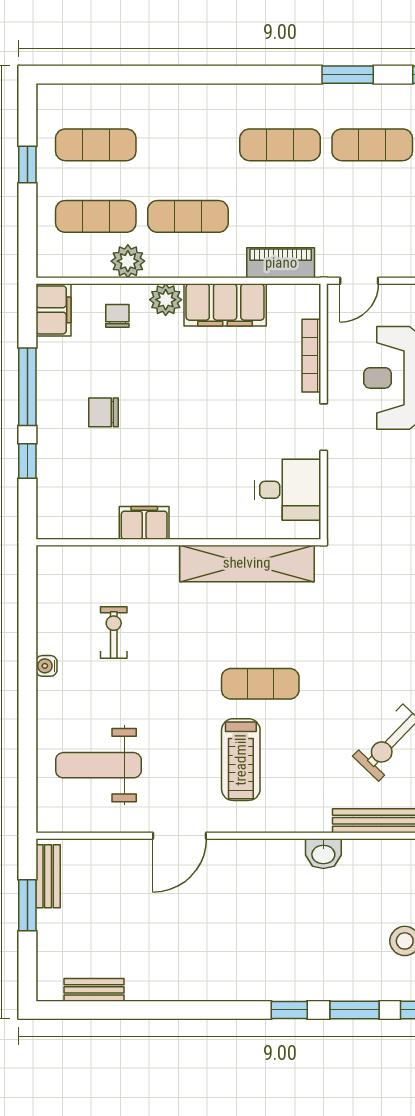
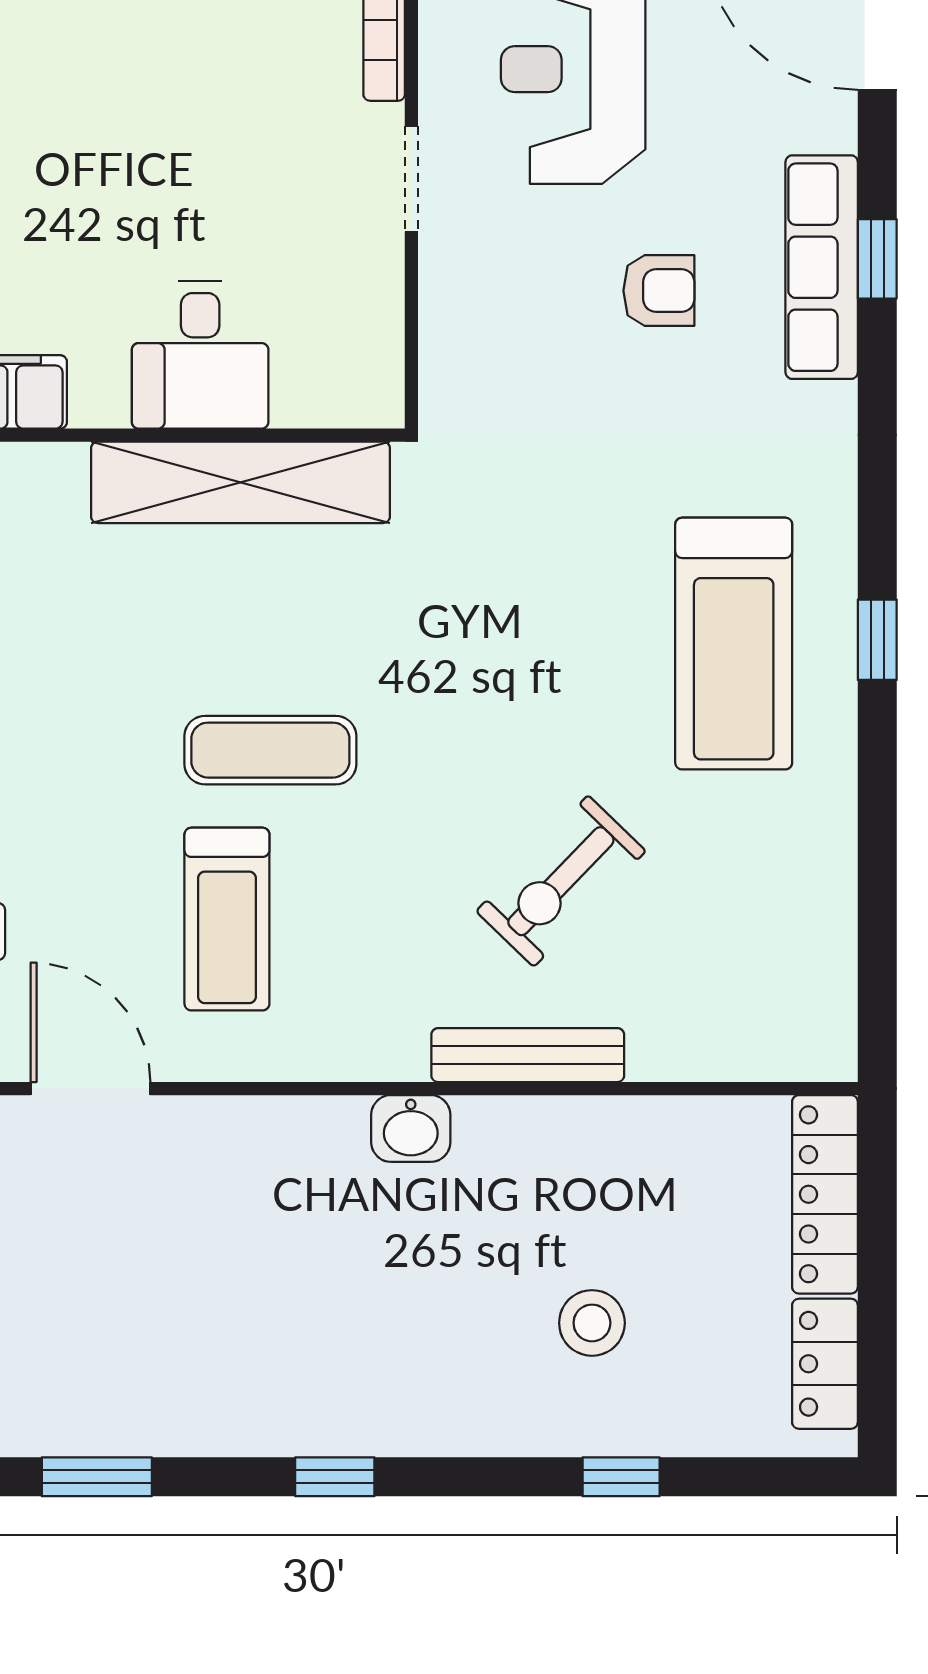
desk: (288, 490) -> (200, 355), moved, turned 90
door: (180, 836) -> (90, 1089), swing flipped
window: (354, 1010) -> (97, 1477), moved

